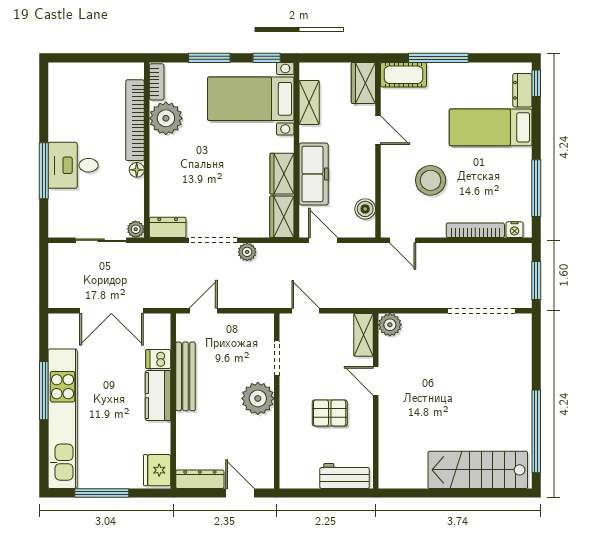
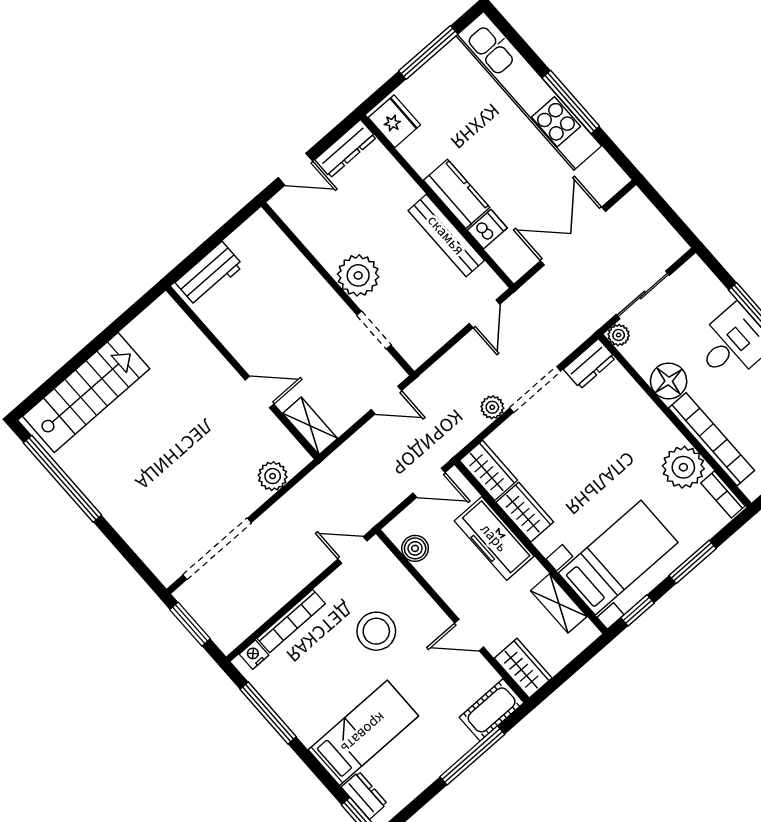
floor lamp: (137, 170) -> (669, 381), width x1.89, depth x1.89
plant: (390, 325) -> (273, 476), moved
pallet: (330, 413) -> (277, 322), removed

